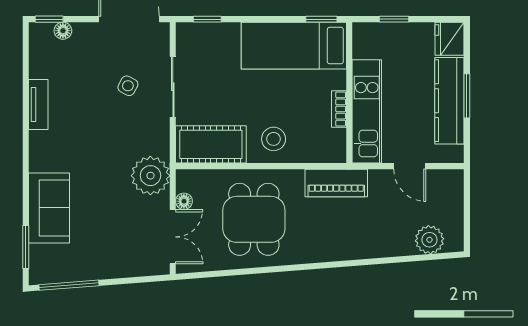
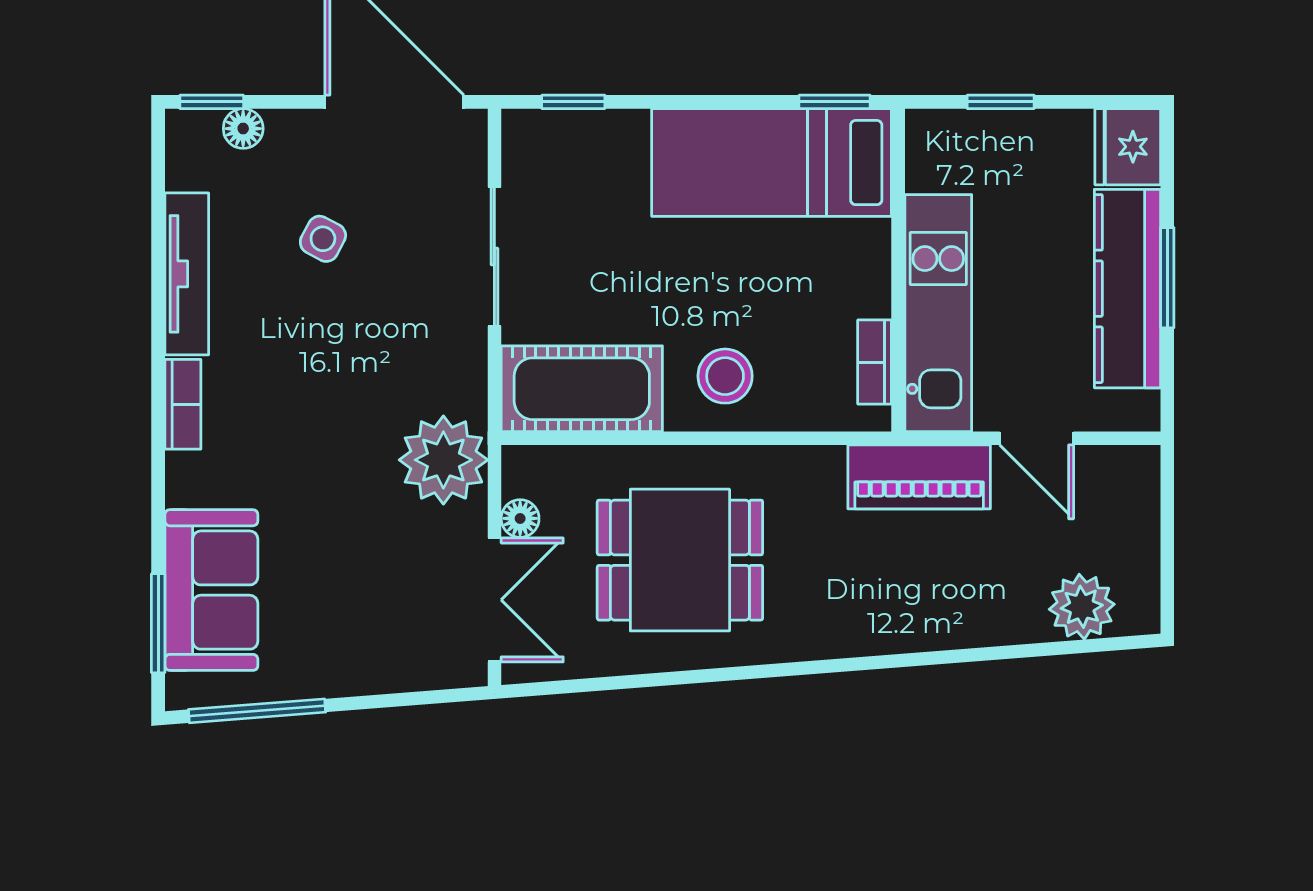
side table: (128, 86) -> (323, 239), moved
tv unit: (38, 105) -> (187, 274), width x1.41
bookcase: (339, 109) -> (875, 362), moved
bookcase: (37, 151) -> (183, 404), added
piano: (336, 183) -> (919, 477), moved
sofa: (49, 208) -> (211, 590), moved
dining table: (254, 219) -> (680, 560), turned 90

